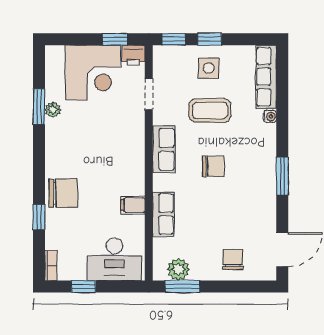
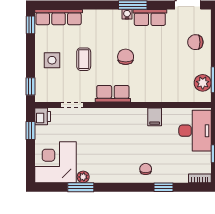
window: (210, 39) -> (30, 25), moved
corner desk: (93, 73) -> (55, 162), moved, turned -90
coffee table: (210, 110) -> (84, 59), width x0.73, depth x0.77
water cooler: (270, 116) -> (127, 14), moved
chair: (63, 193) -> (146, 169), width x0.54, depth x0.54
row of seats: (163, 214) -> (150, 18), moved, turned 180

